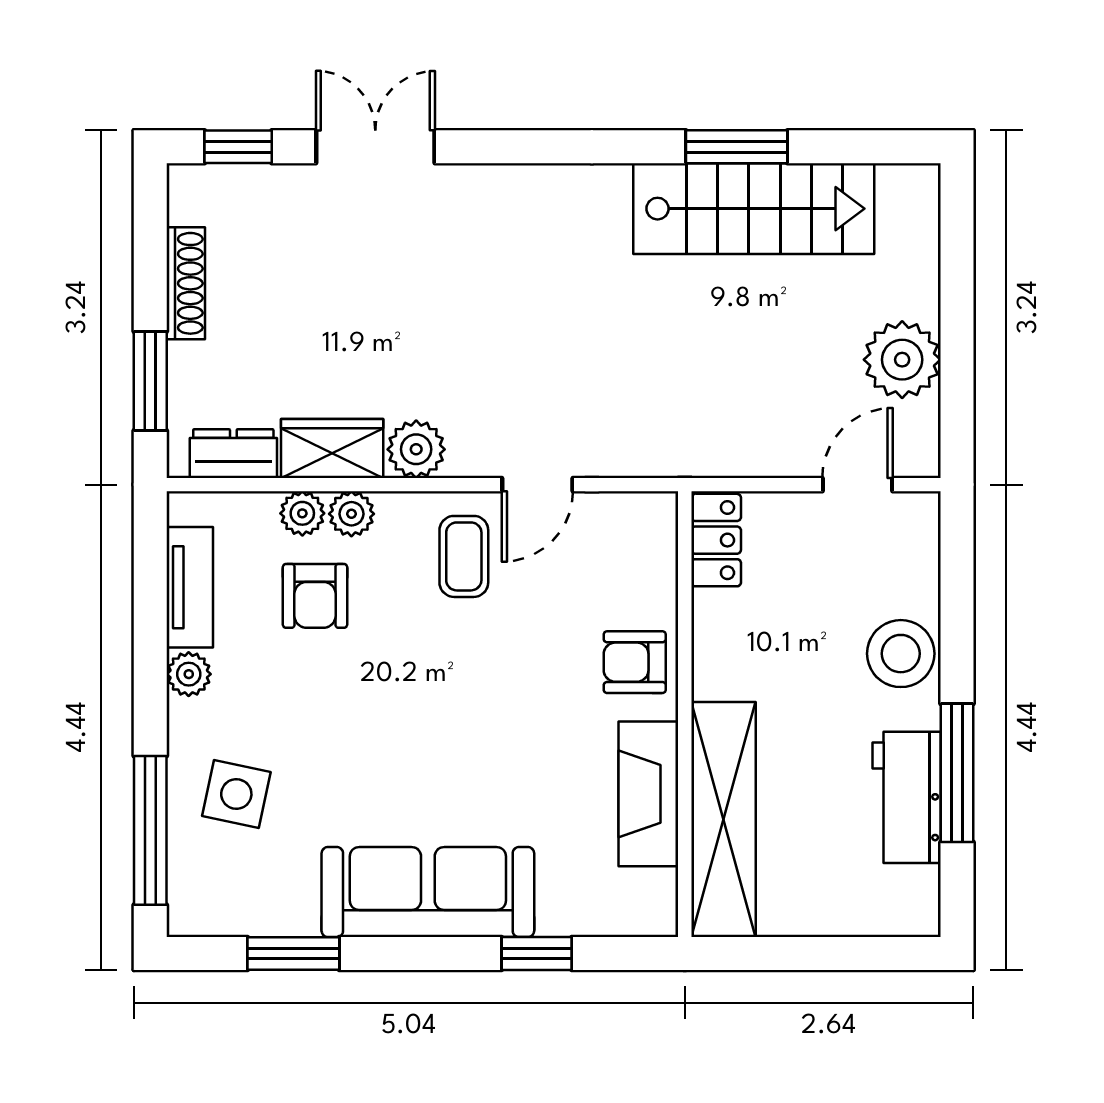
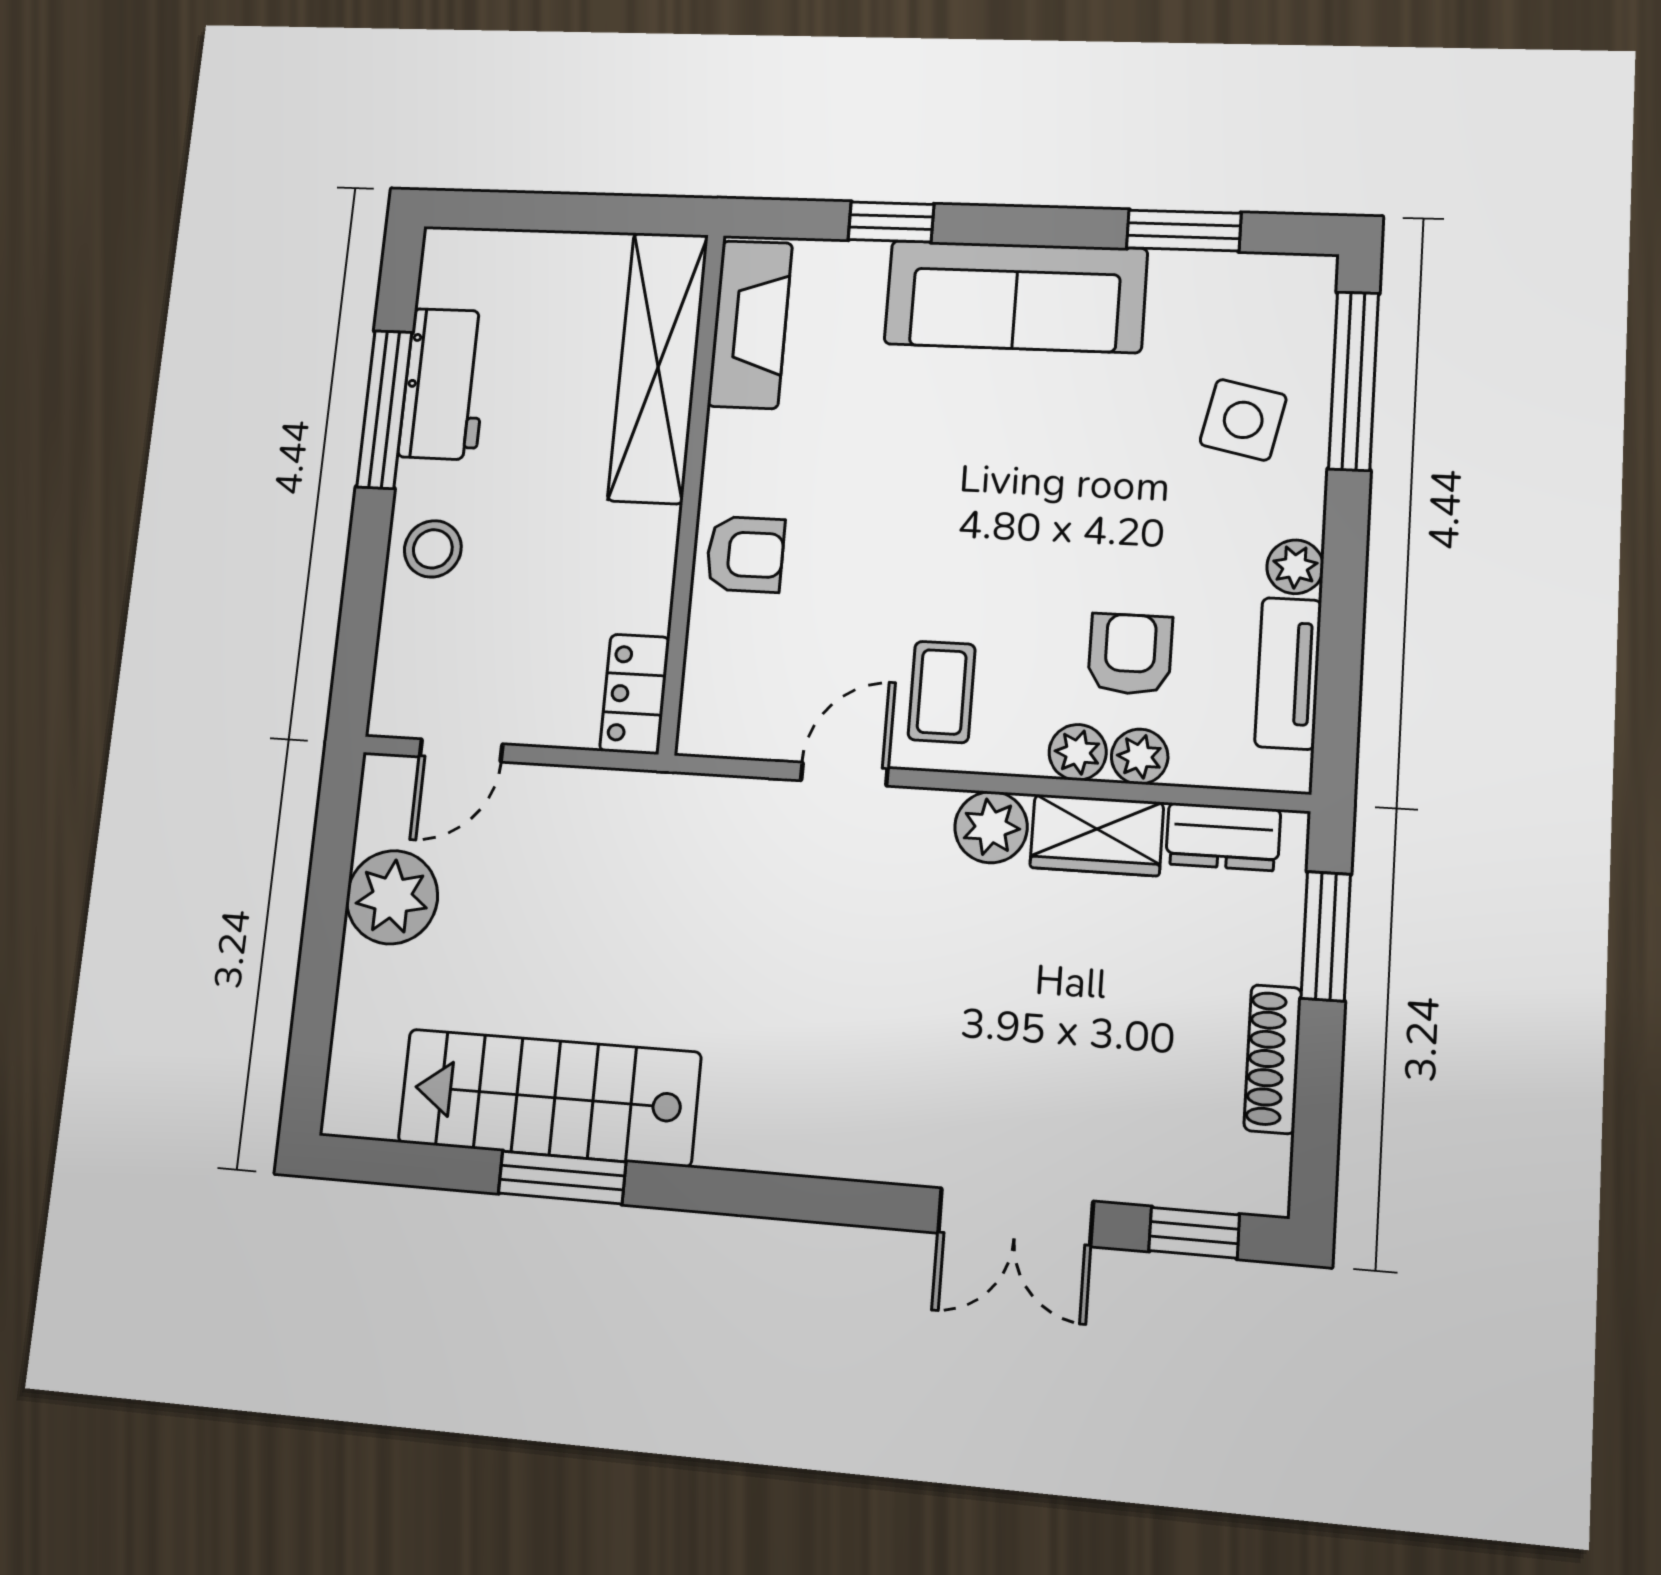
stool: (901, 654) -> (433, 549), width x0.73, depth x0.73
fireplace: (648, 794) -> (750, 324), moved

